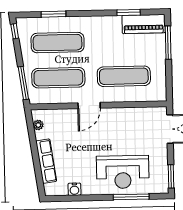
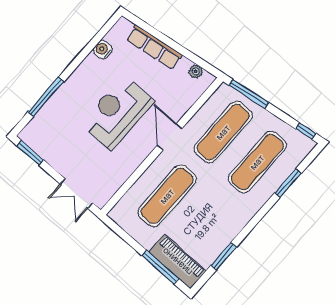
piano: (144, 24) -> (177, 262), moved, turned 90
reception desk: (123, 172) -> (117, 112), moved

